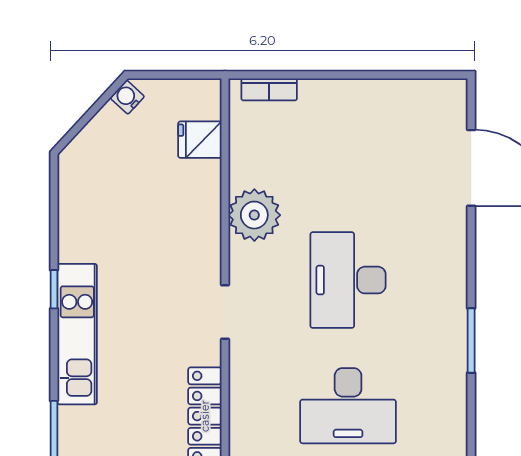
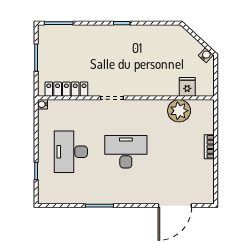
bookcase: (269, 89) -> (209, 147), moved
plant: (254, 215) -> (179, 111), moved
kitchen unit: (77, 334) -> (102, 33), removed

